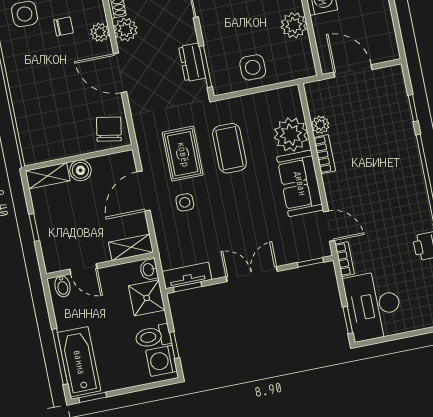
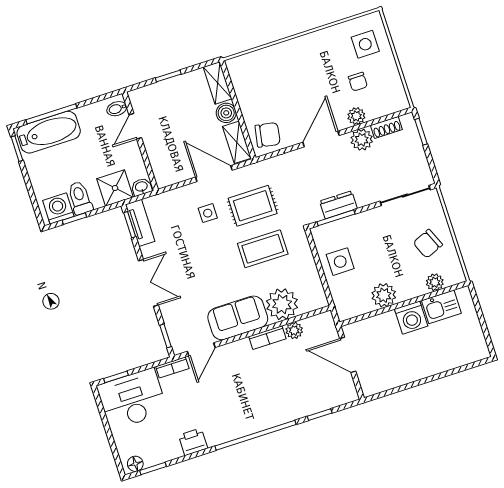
door: (353, 71) -> (348, 355), swing flipped
shelving: (131, 247) -> (237, 142), moved

